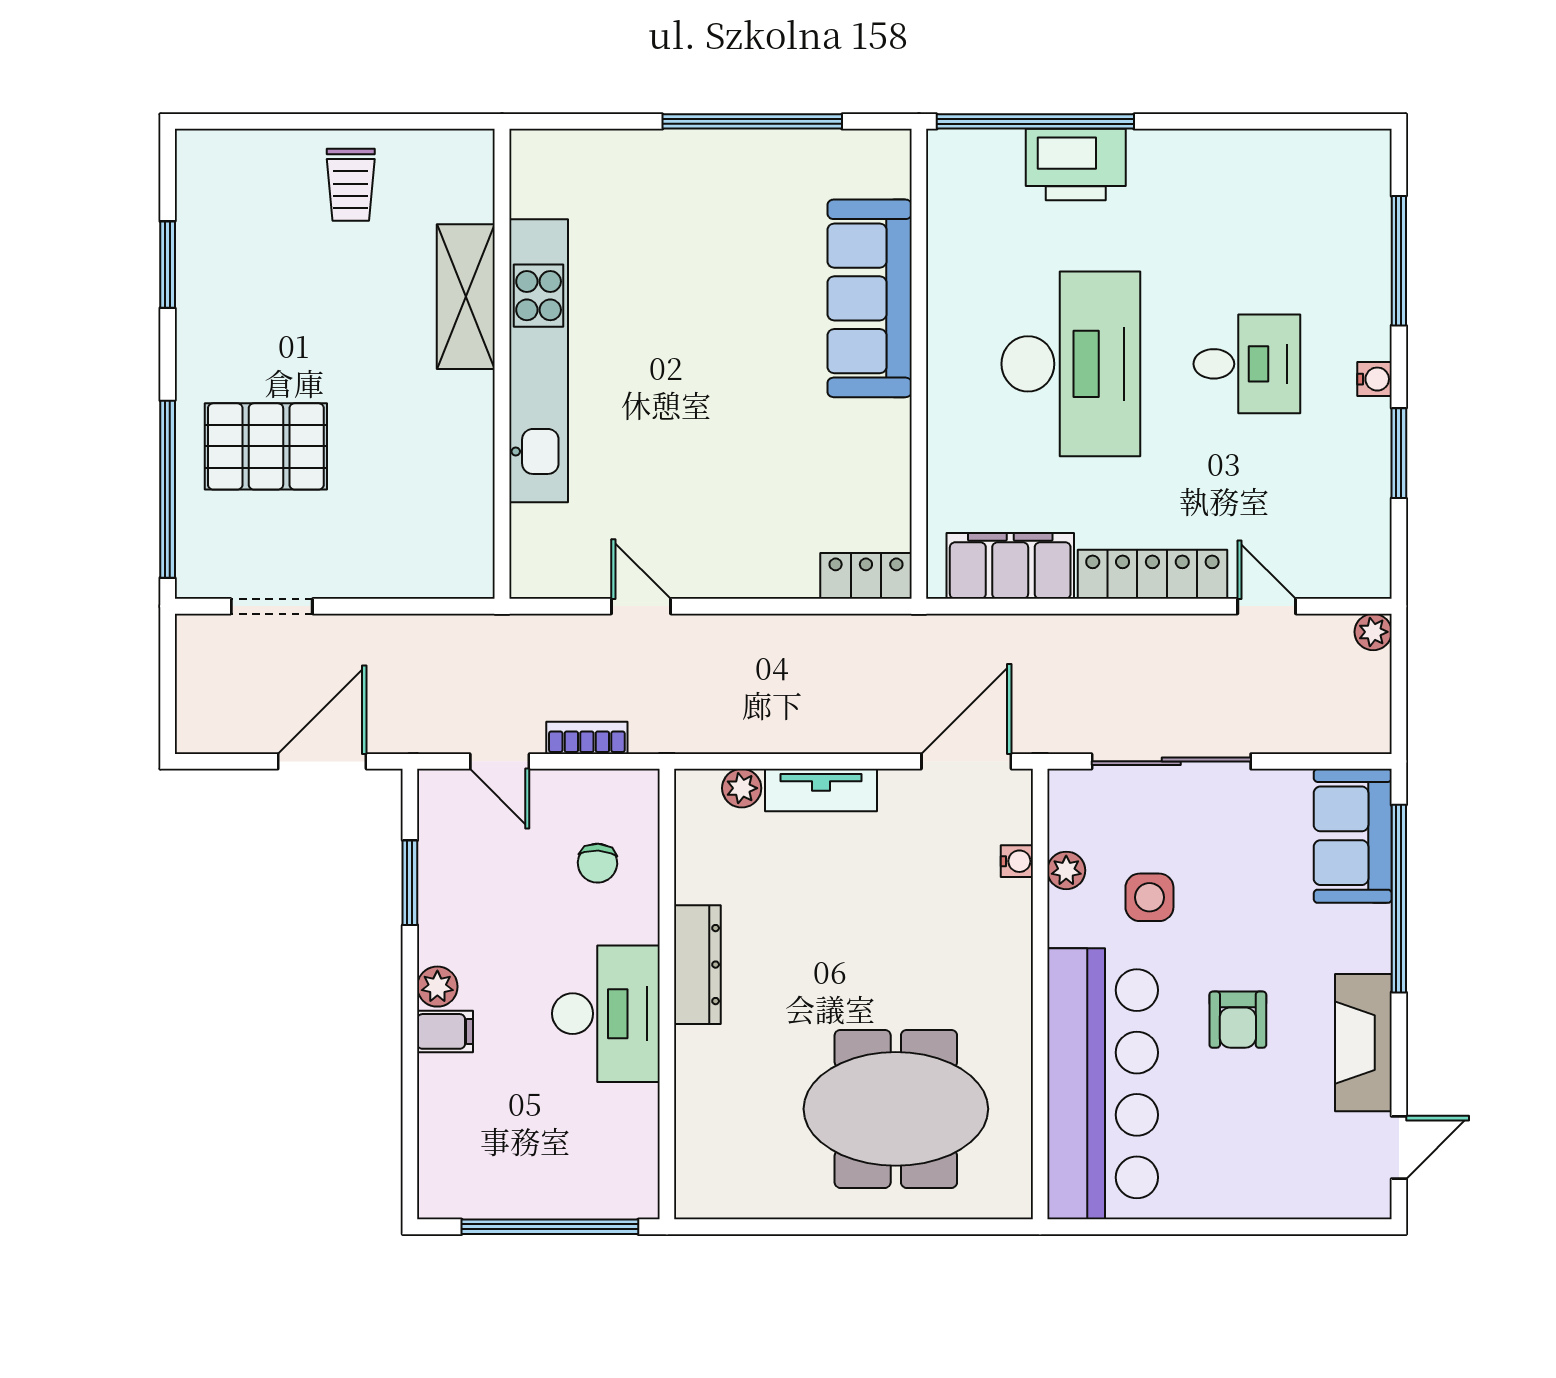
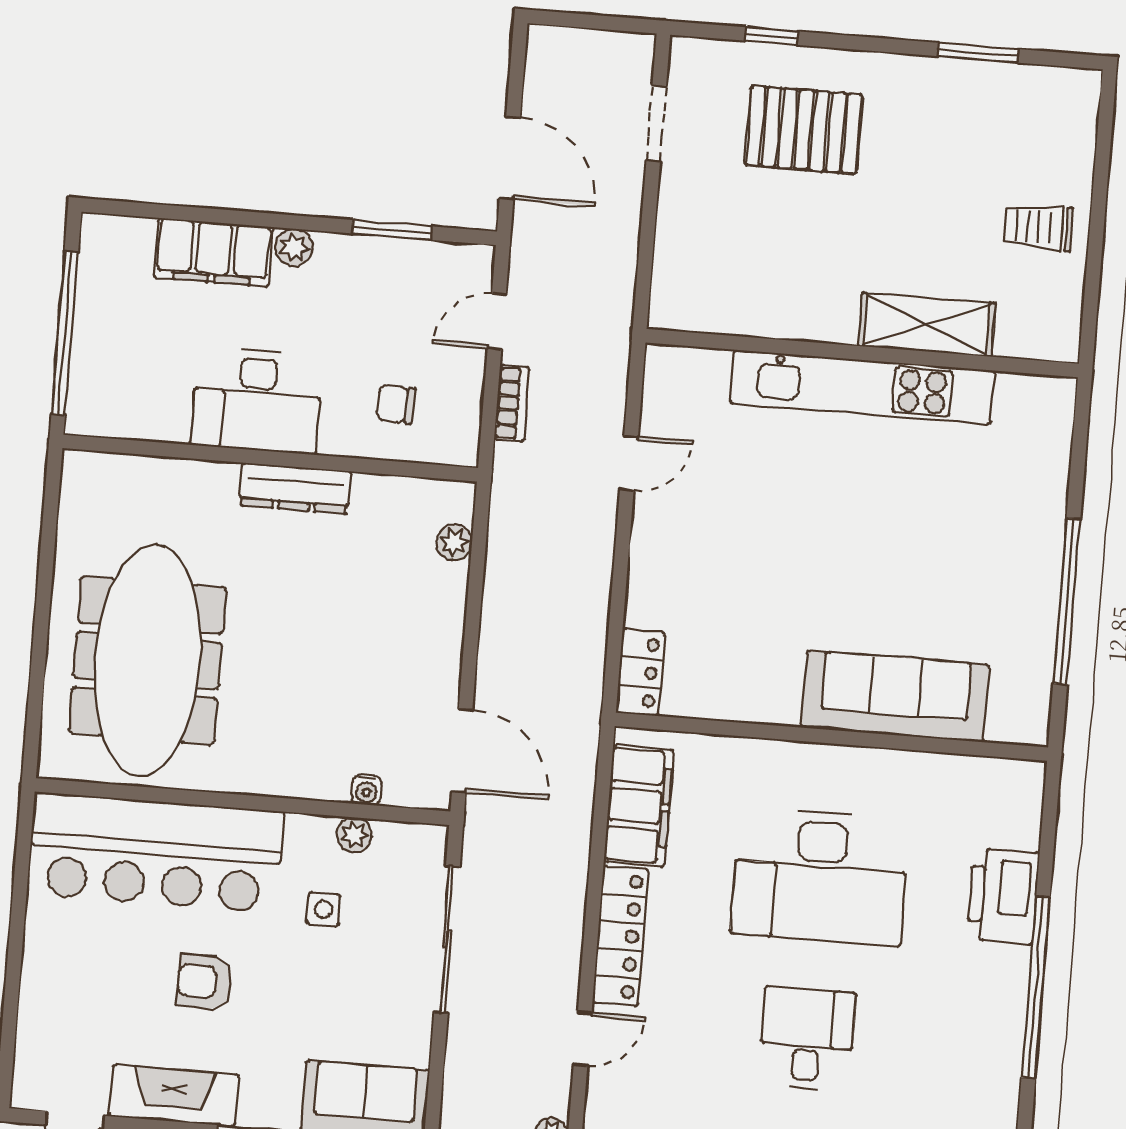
window: (1035, 121) -> (1036, 987), moved
desk: (1247, 364) -> (807, 1038), turned 180
pallet: (266, 446) -> (804, 130), turned 90
window: (168, 489) -> (772, 36), width x0.32
tv unit: (821, 790) -> (447, 615), removed
side table: (1149, 897) -> (323, 909), width x0.73, depth x0.73
filing cabinet: (445, 1031) -> (213, 252), width x3.00, depth x1.17
meeting table: (896, 1109) -> (148, 660), width x1.36

